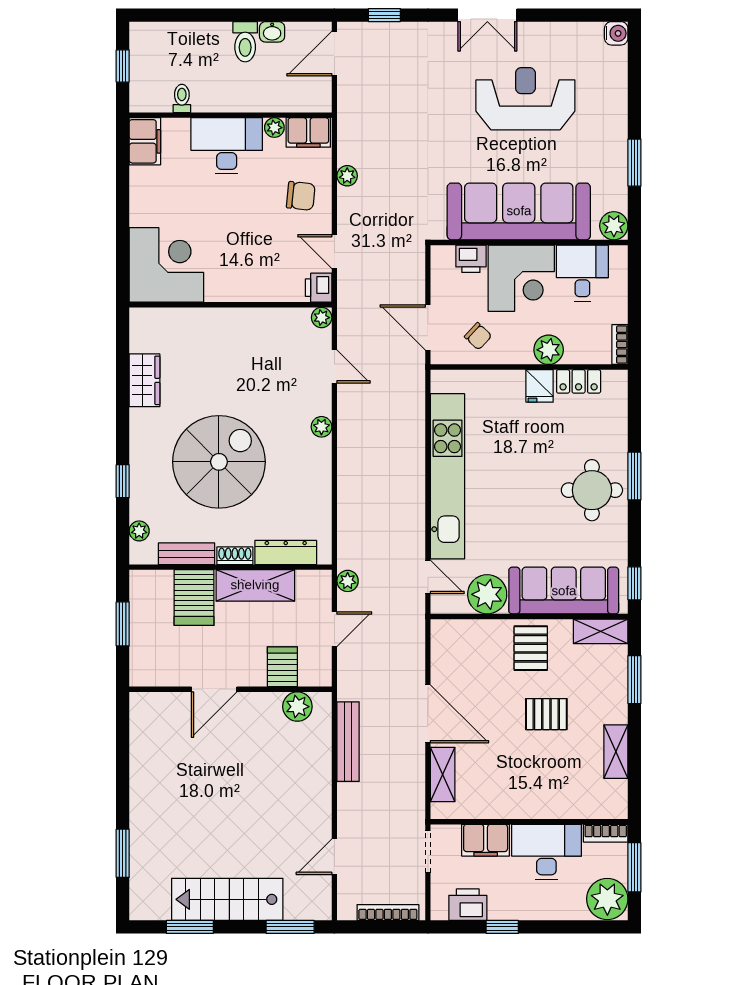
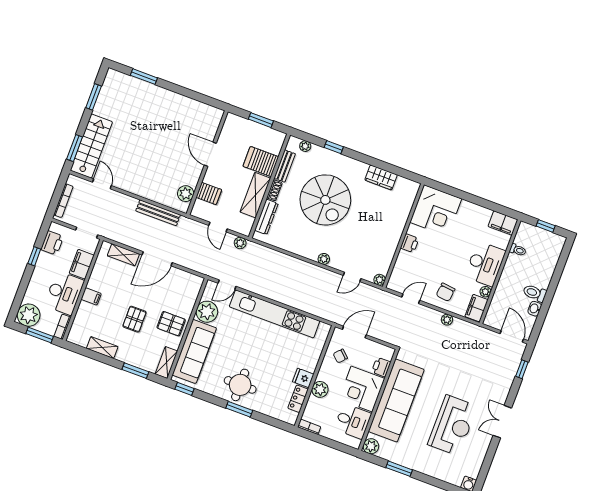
printer: (319, 288) -> (410, 243), moved, turned 90
filing cabinet: (535, 803) -> (91, 296), added
stairs: (227, 899) -> (91, 146), moved

